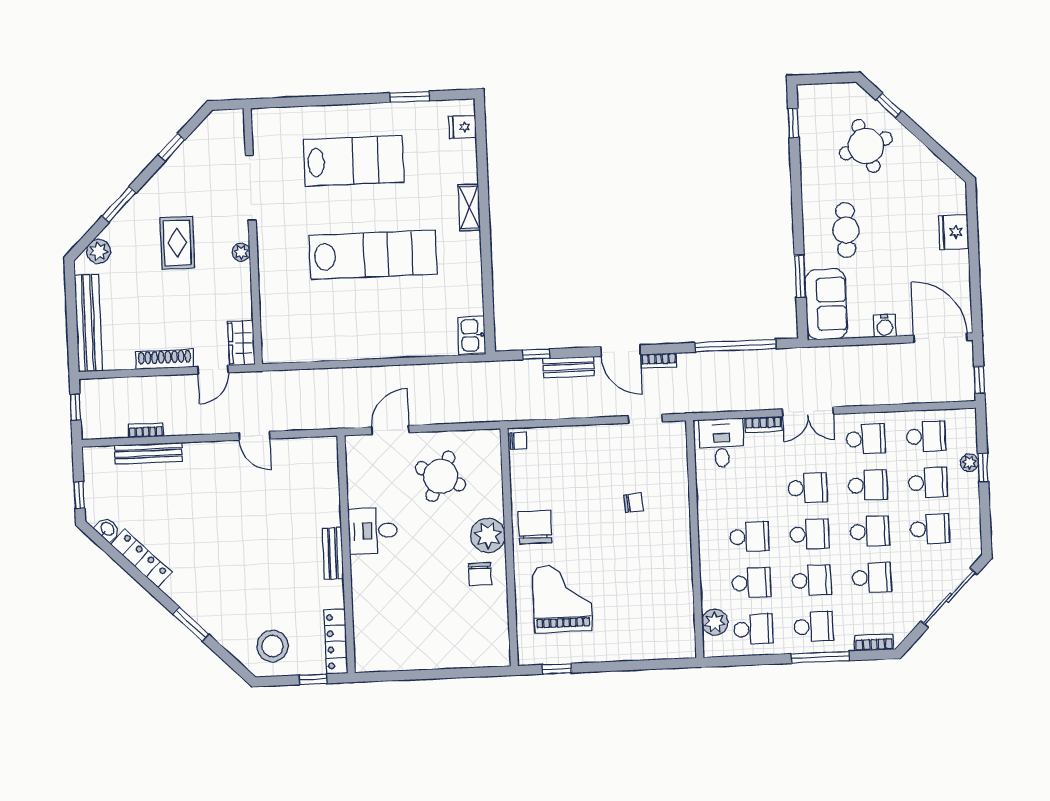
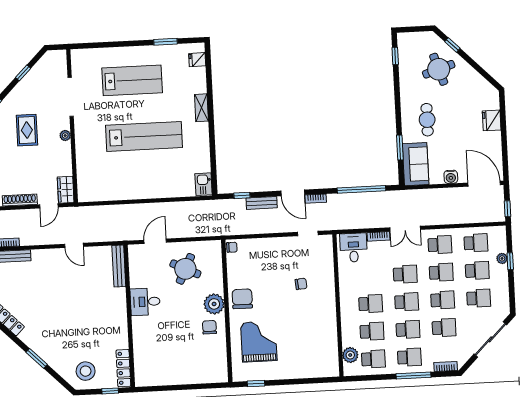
bench: (333, 553) -> (119, 266), moved, width x1.36
chair: (480, 574) -> (209, 327), turned 180

